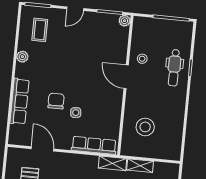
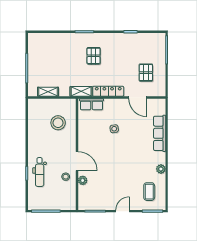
plant: (125, 21) -> (83, 180), moved
dental chair: (174, 68) -> (40, 172), turned 180
chair: (56, 101) -> (131, 136), removed
row of seats: (94, 145) -> (91, 104), width x0.68
locker: (79, 160) -> (108, 91), added
shelving: (140, 166) -> (48, 92), moved

